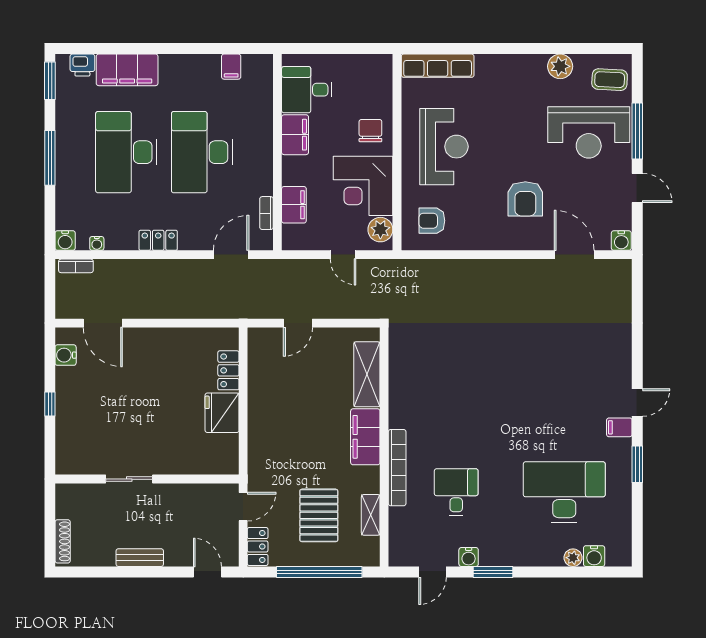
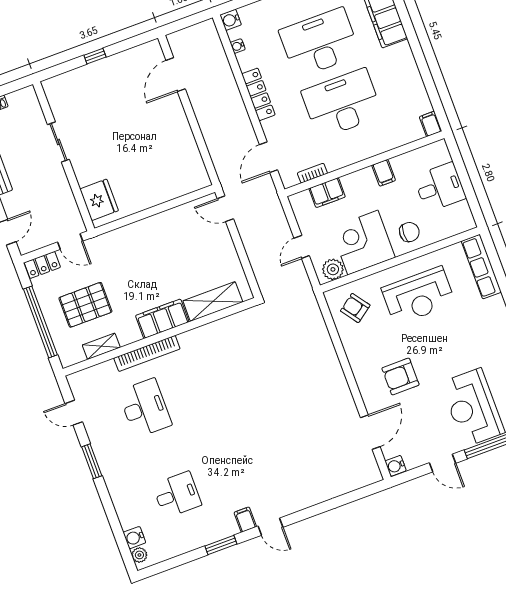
filing cabinet: (231, 67) -> (431, 124), moved, turned 90
desk: (307, 90) -> (440, 187), moved, turned 90
filing cabinet: (295, 135) -> (384, 173), width x0.50
door: (637, 188) -> (443, 463), hinge flipped
armchair: (432, 221) -> (355, 308), turned -36
locker: (158, 240) -> (258, 94), width x1.53
door: (231, 255) -> (268, 157), swing flipped
bookcase: (76, 266) -> (213, 36), removed
door: (298, 323) -> (225, 209), moved
water cooler: (66, 355) -> (139, 54), removed
locker: (228, 370) -> (175, 189), removed
fridge: (222, 413) -> (99, 200), moved, turned 90
desk: (456, 492) -> (145, 408), width x1.37
desk: (564, 492) -> (177, 495), width x0.53, depth x0.77
water cooler: (469, 557) -> (96, 437), removed
plant: (573, 558) -> (139, 555), moved

